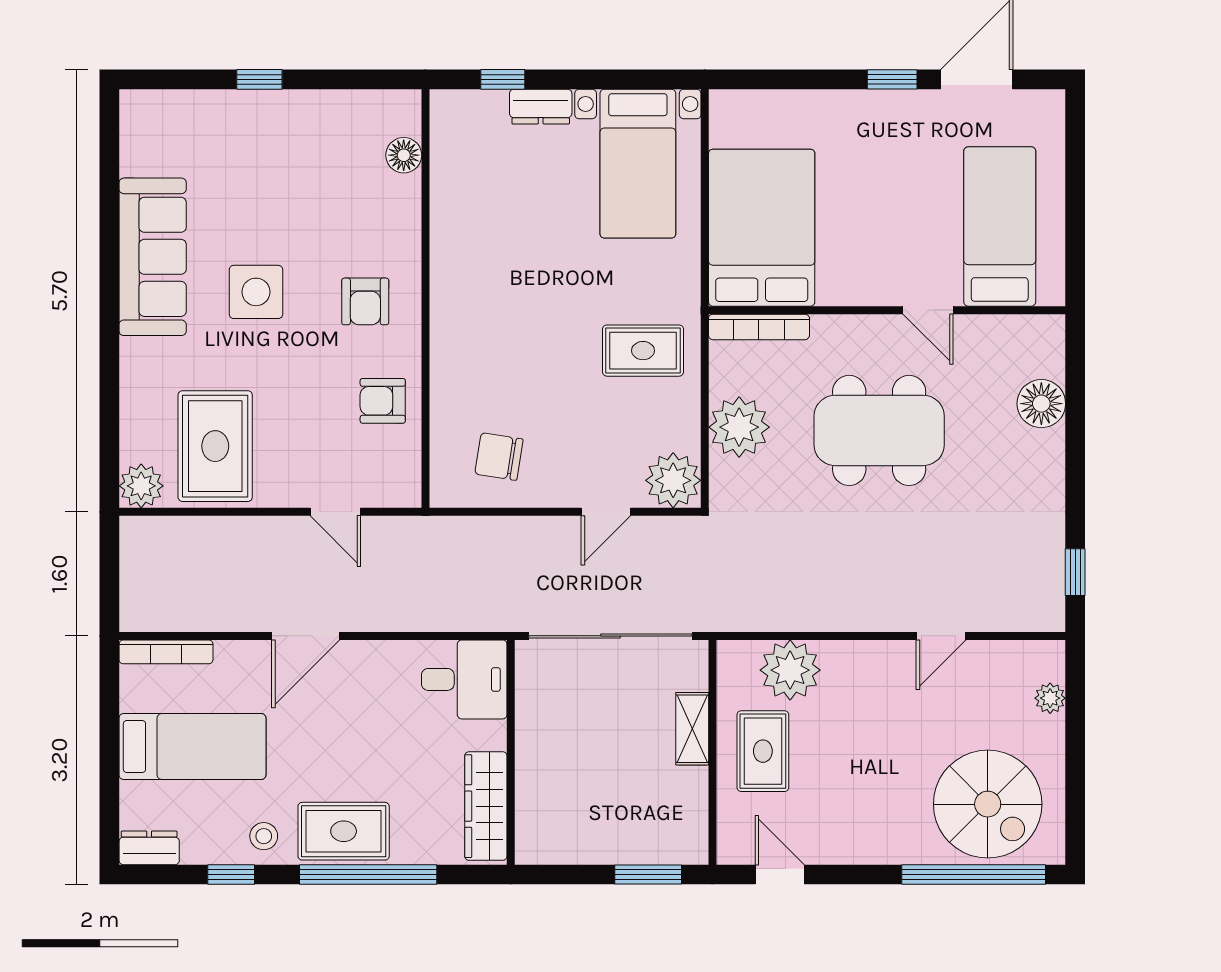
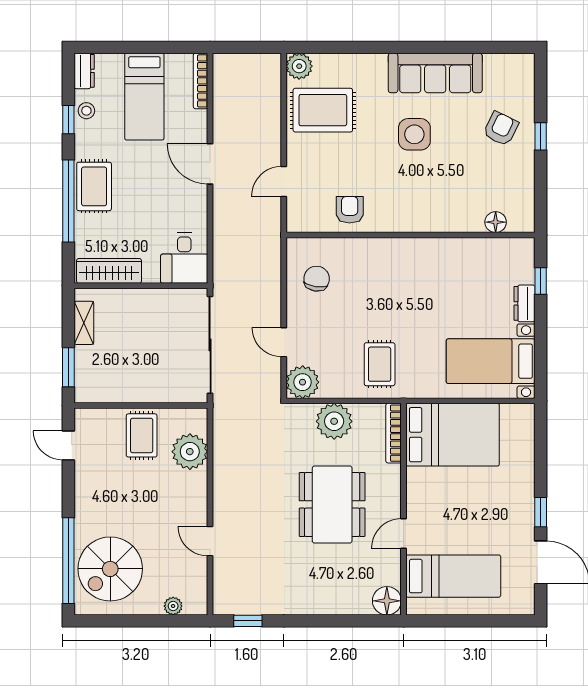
armchair: (365, 301) -> (501, 129), moved, turned 116
floor lamp: (1041, 404) -> (387, 601), moved
shelving: (692, 729) -> (84, 323), moved, turned 90
rug: (763, 751) -> (142, 435), turned 90
stool: (264, 836) -> (86, 111), moved
door: (780, 875) -> (68, 445), swing flipped

